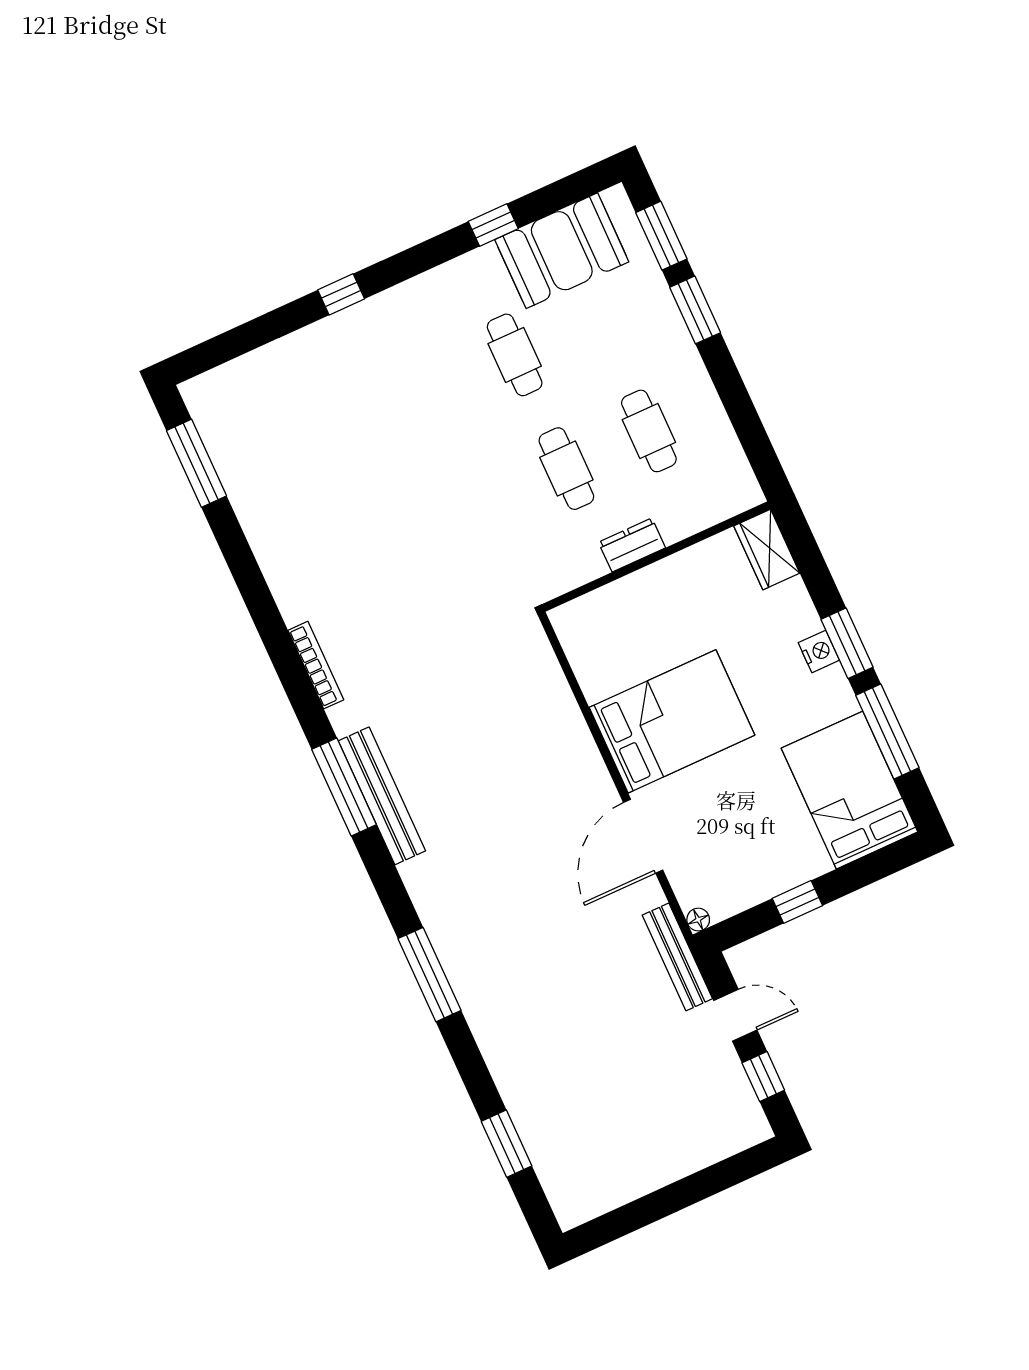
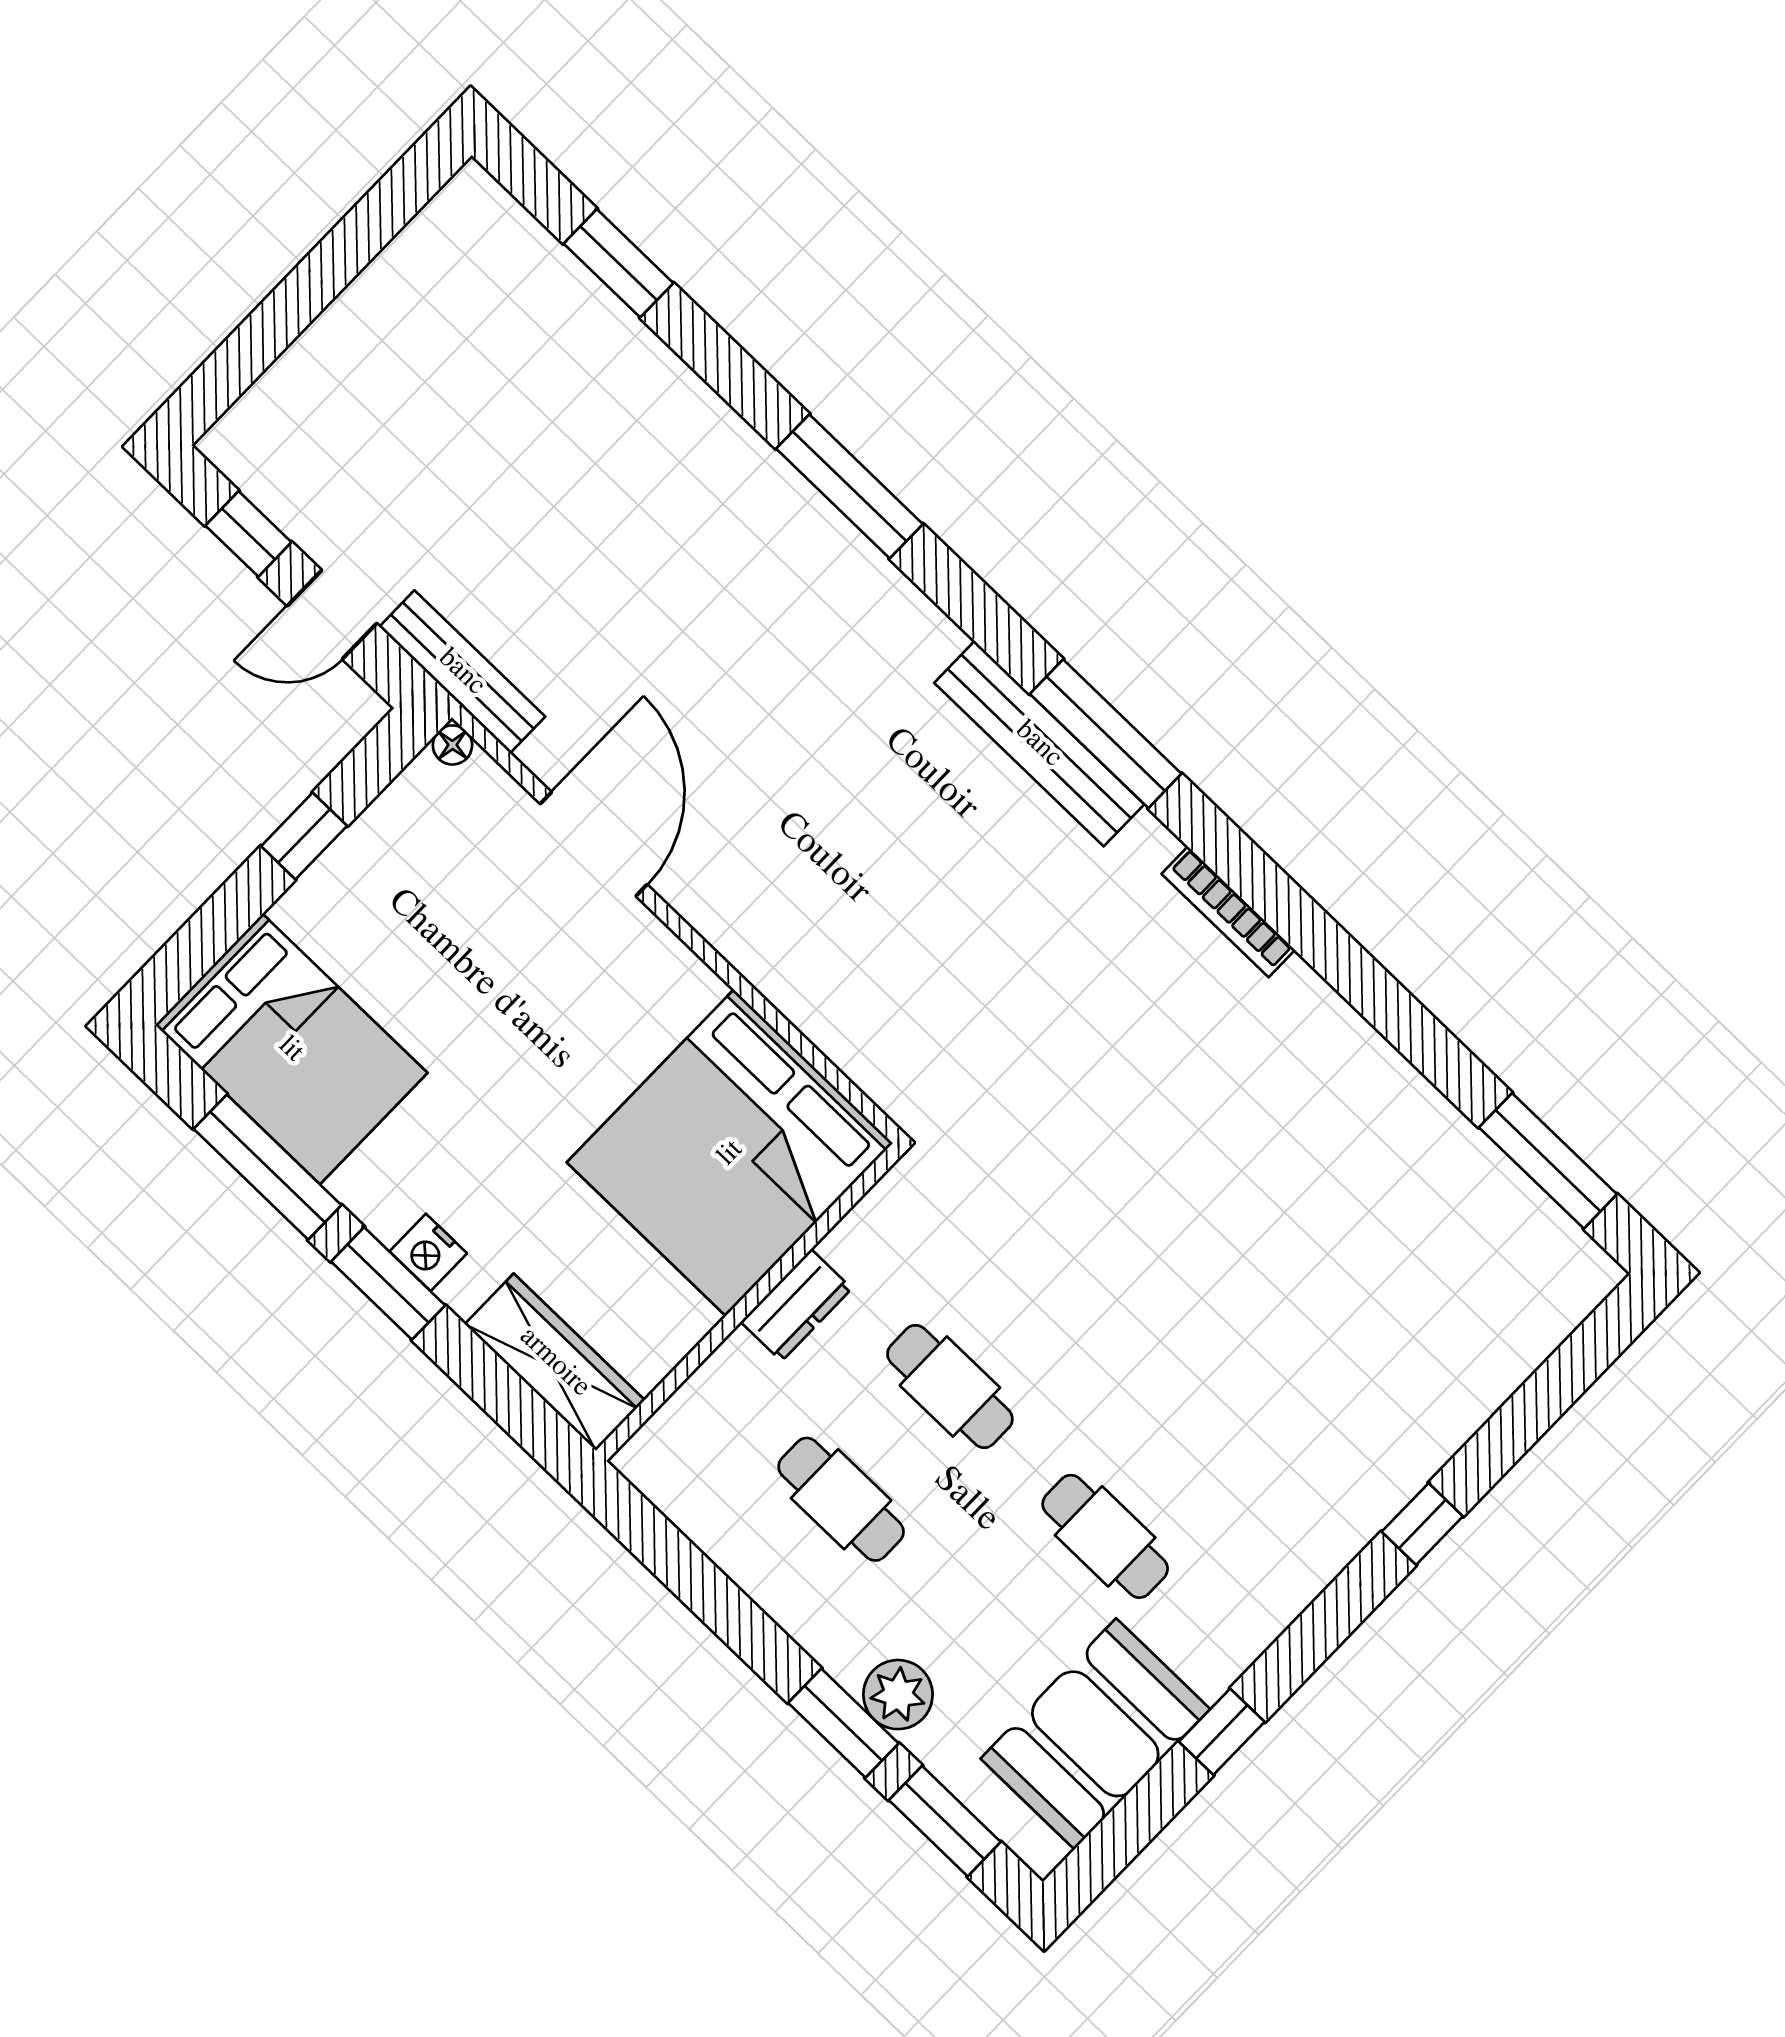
plant: (660, 314) -> (898, 1695), added
wardrobe: (767, 550) -> (555, 1362), width x1.50
bed: (672, 721) -> (730, 1153), moved, width x1.36

